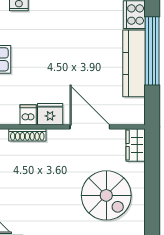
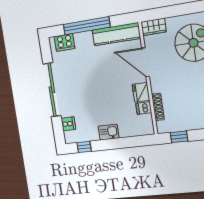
kitchen counter: (134, 63) -> (116, 34), moved
door: (90, 127) -> (146, 62), hinge flipped

